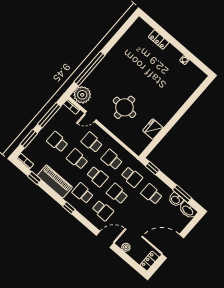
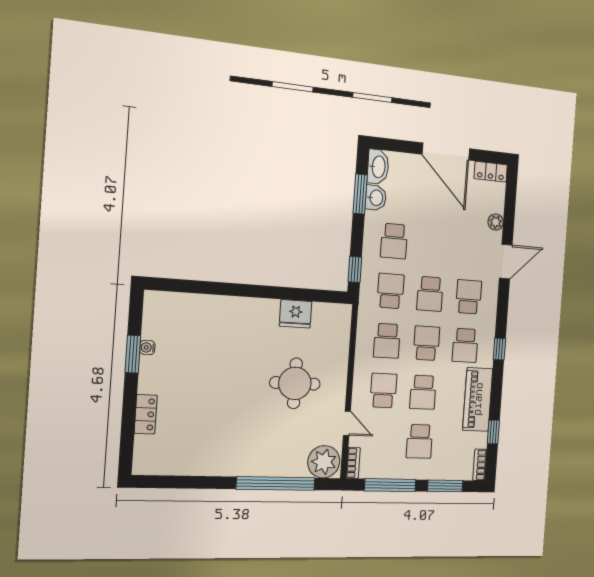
window: (186, 53) -> (133, 354), added
school desk: (92, 142) -> (383, 391), turned 180
door: (105, 239) -> (506, 262), swing flipped

